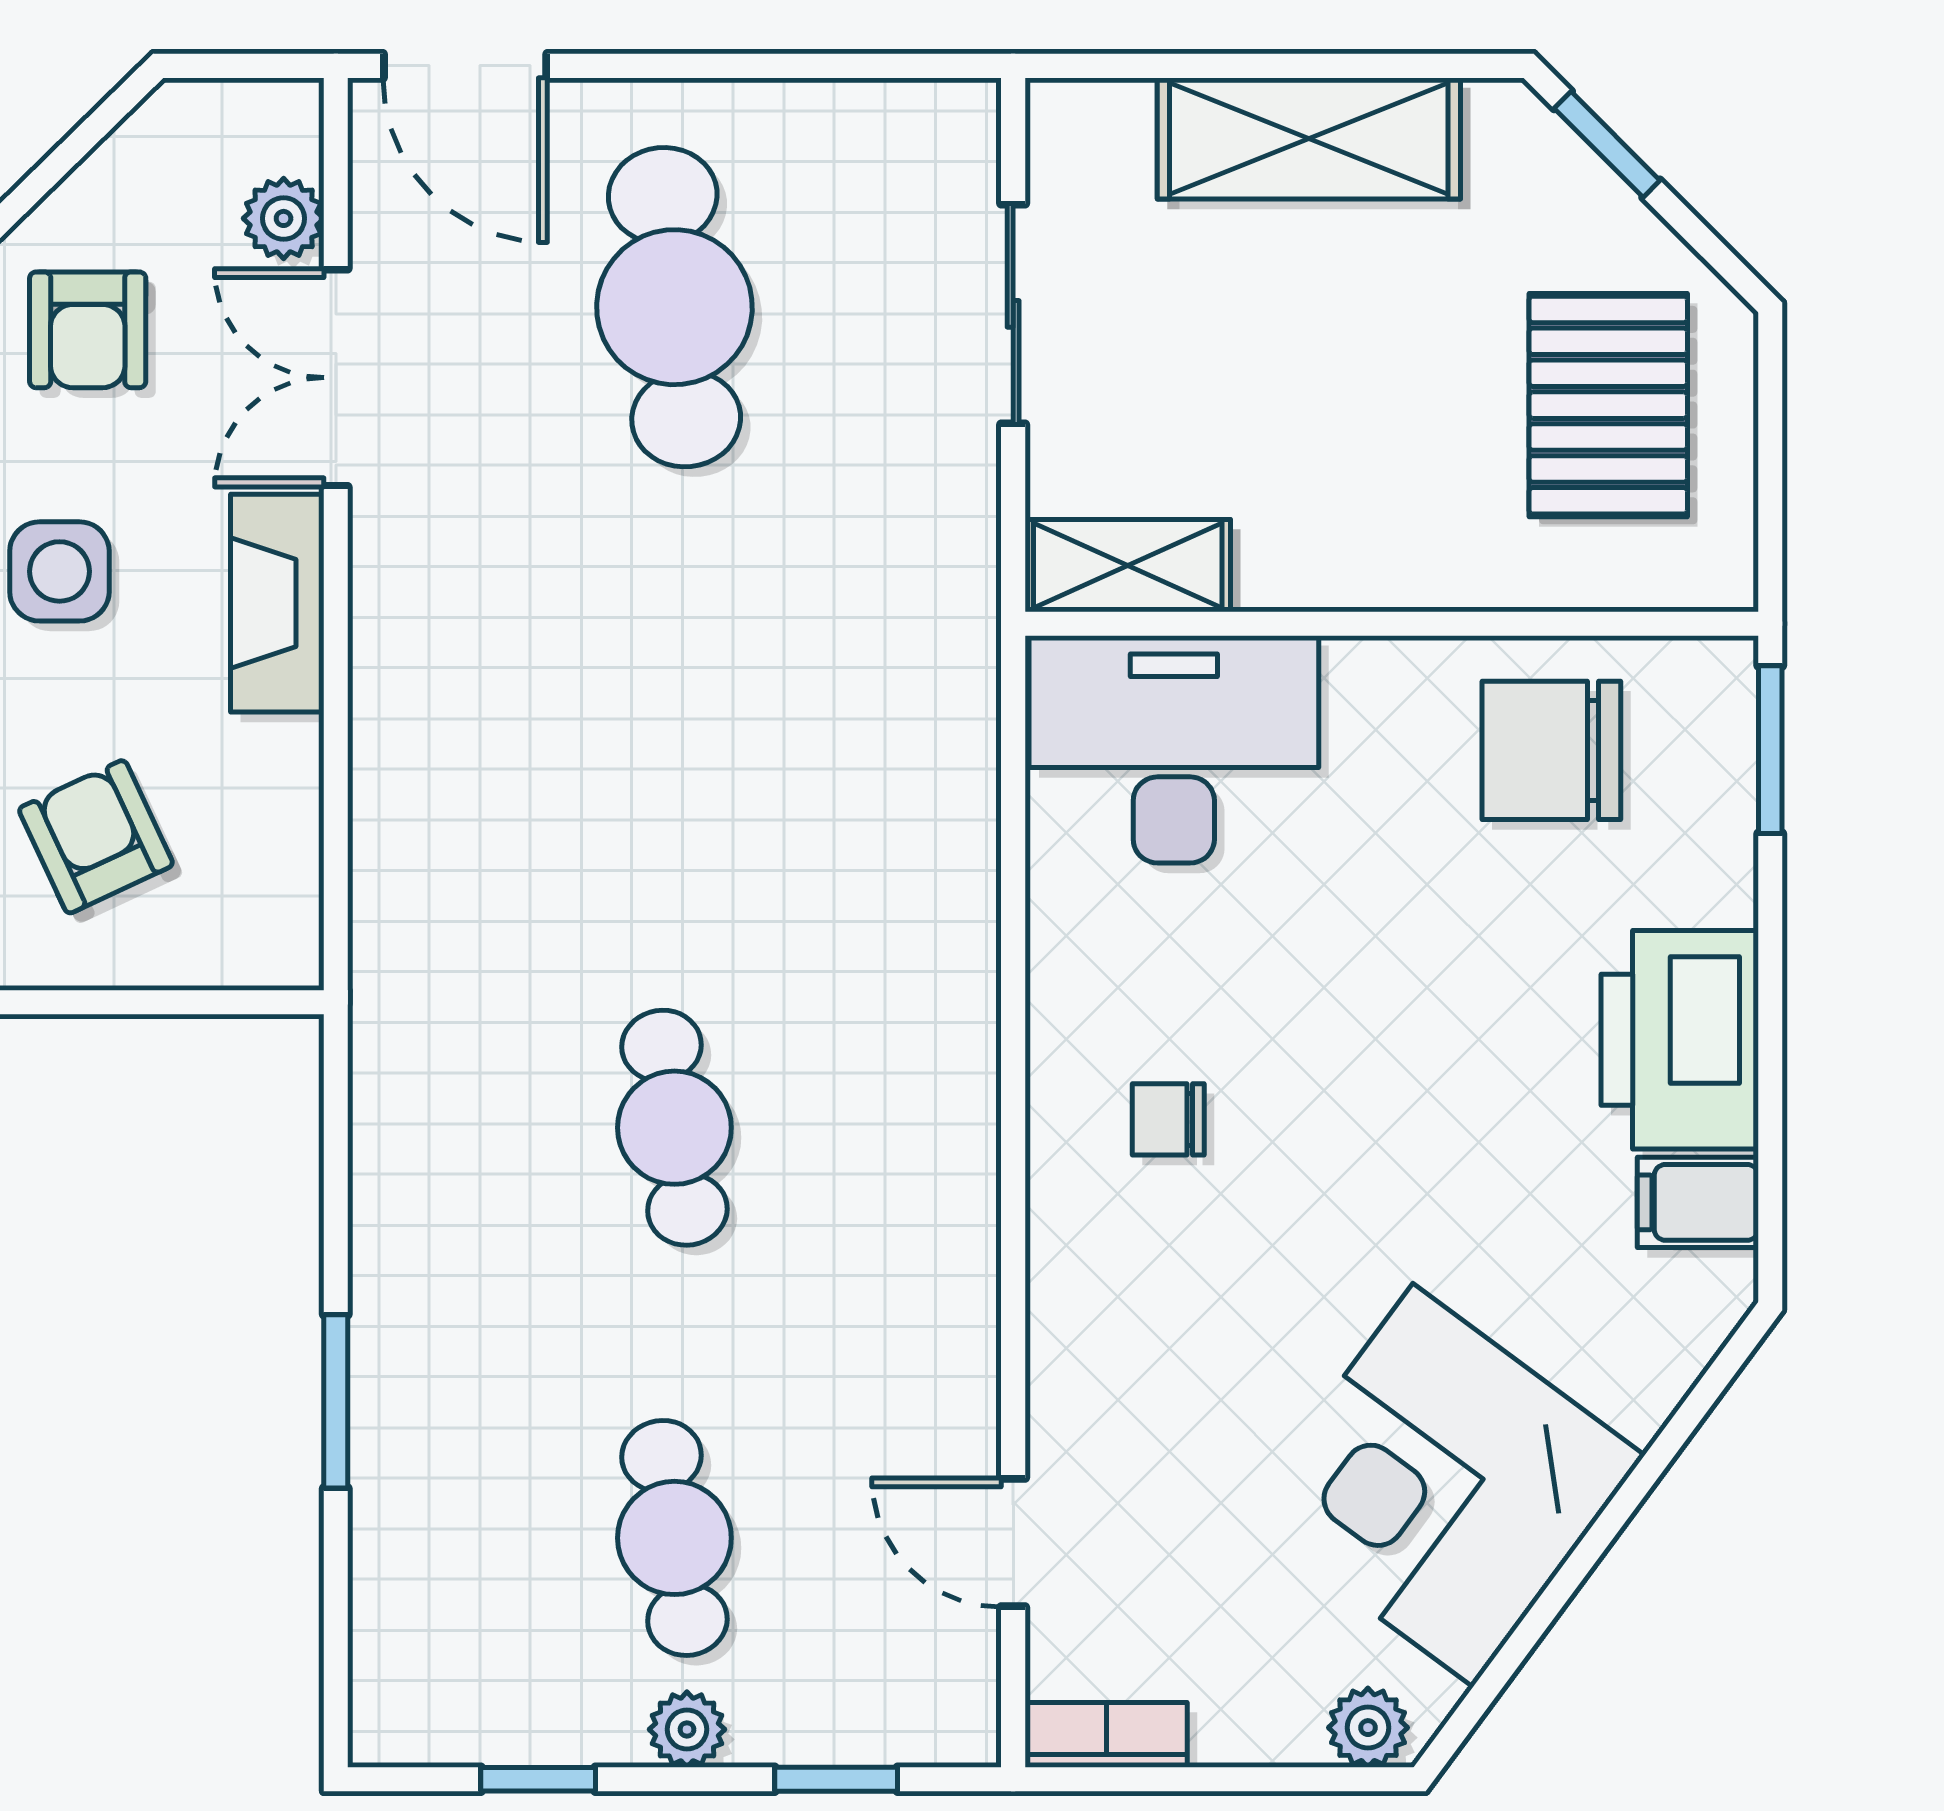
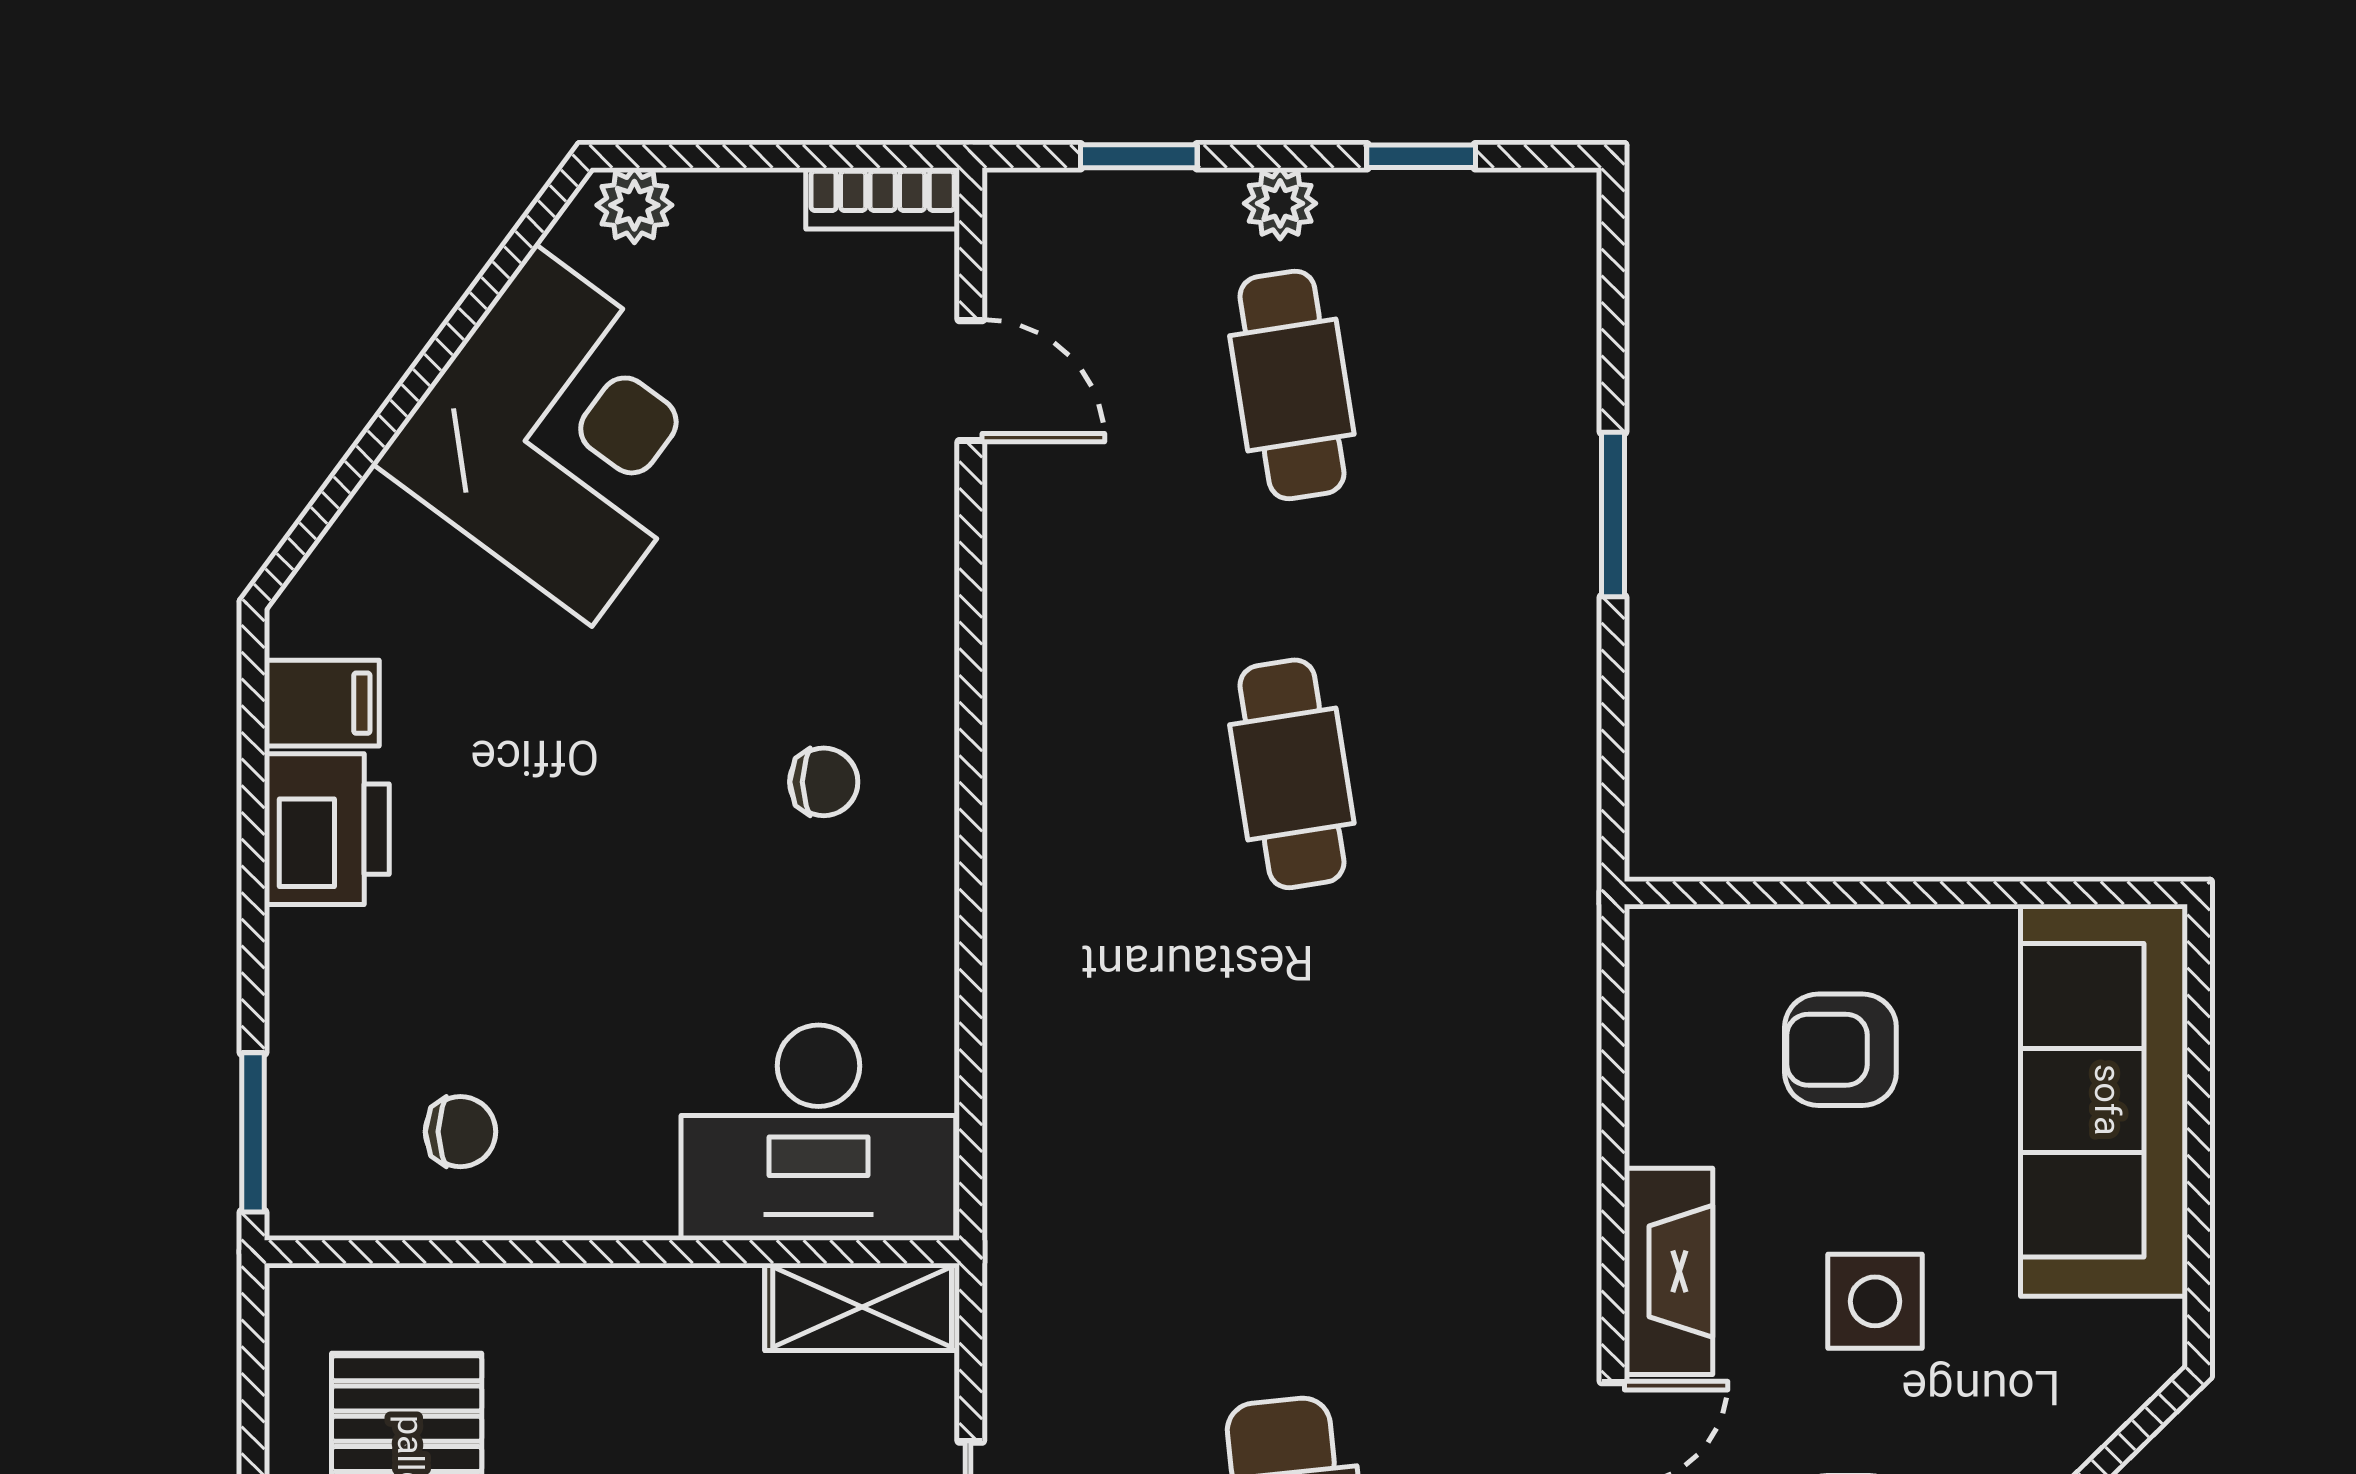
chair: (1551, 750) -> (460, 1132), width x0.54, depth x0.54
armchair: (96, 837) -> (1840, 1050), turned 115
printer: (1680, 1040) -> (327, 829), width x0.73, depth x0.84

